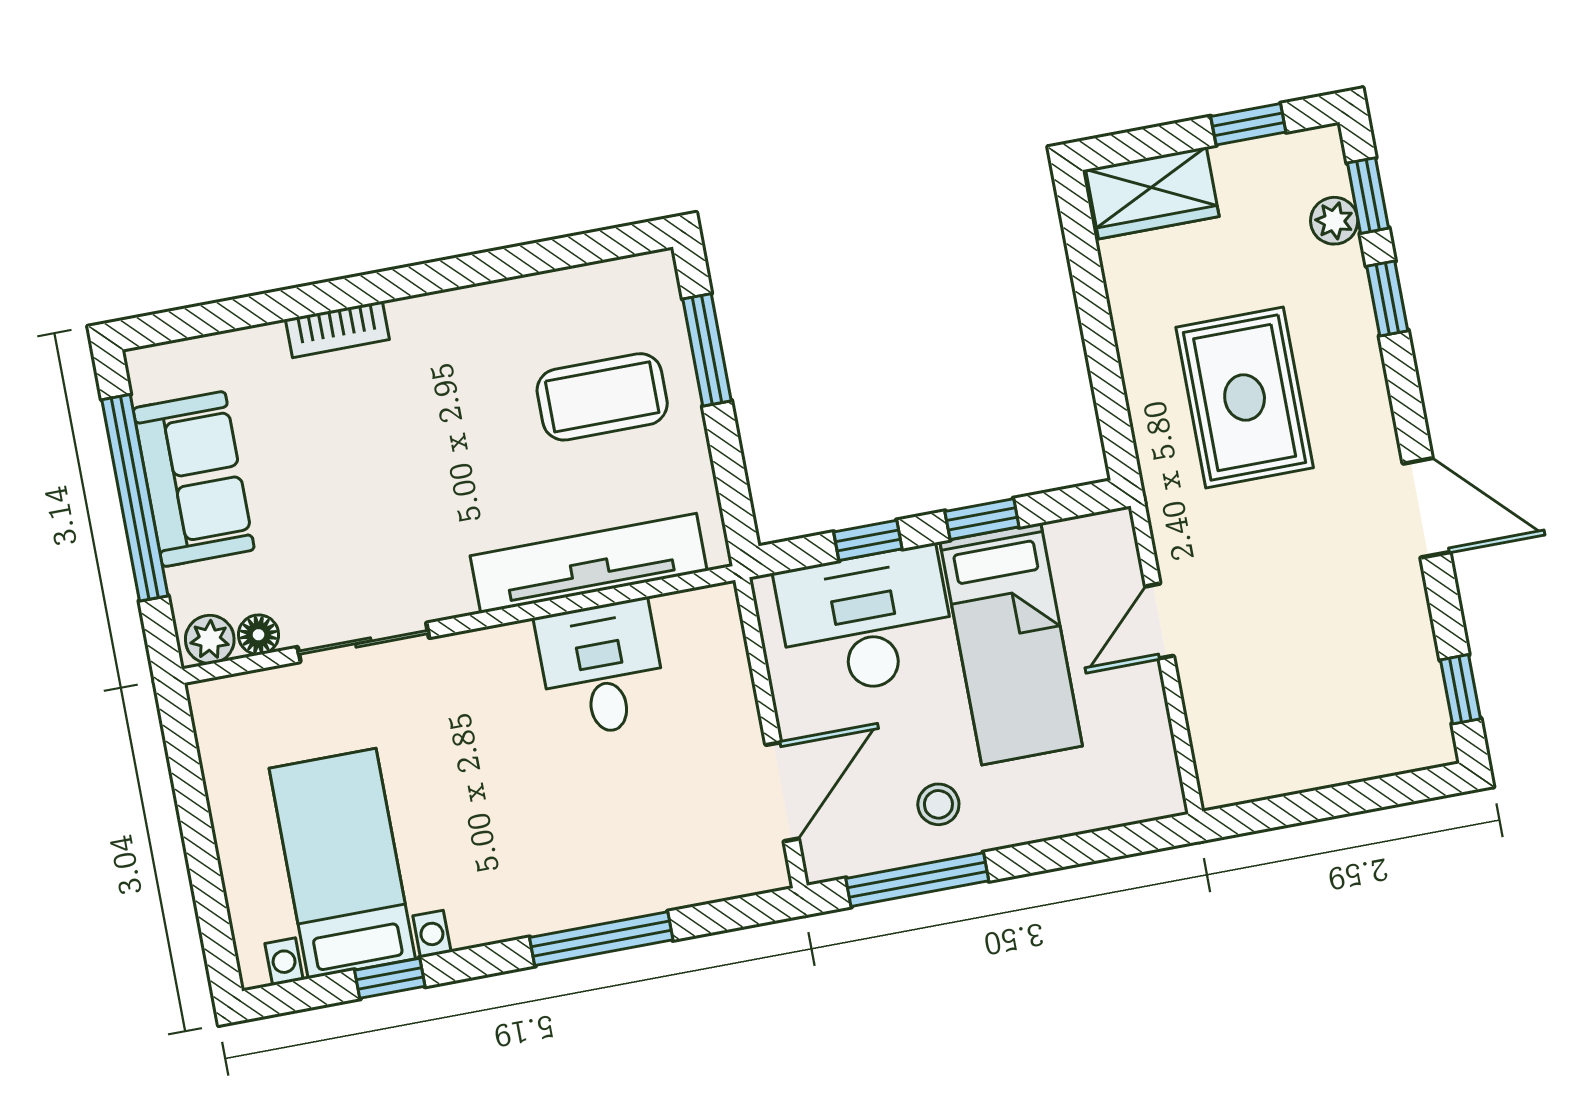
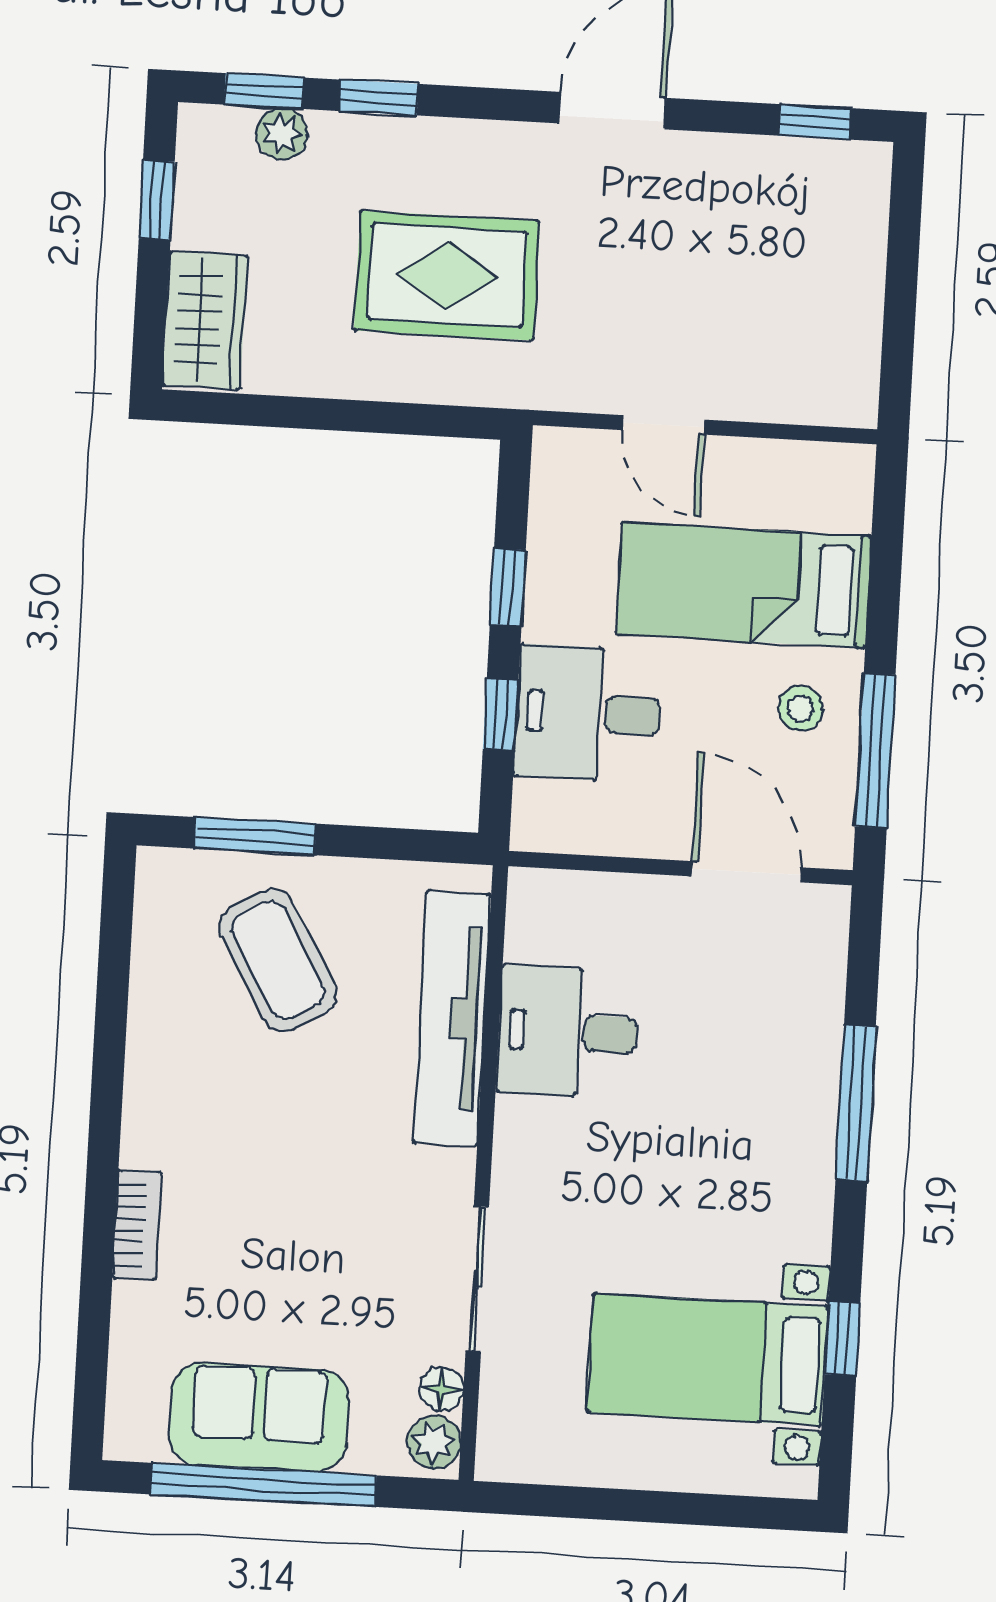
coffee table: (602, 397) -> (278, 960), turned -30
desk: (866, 622) -> (588, 713), width x0.73
bed: (1011, 644) -> (744, 585), moved, turned 180

